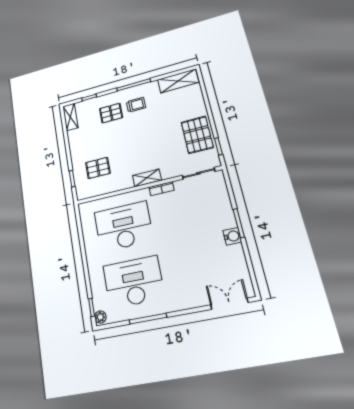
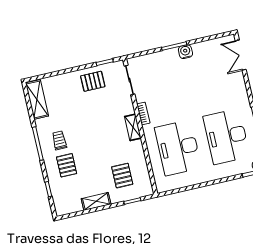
shelving: (70, 117) -> (96, 201), moved
pallet: (197, 135) -> (93, 81), width x0.67, depth x0.71

